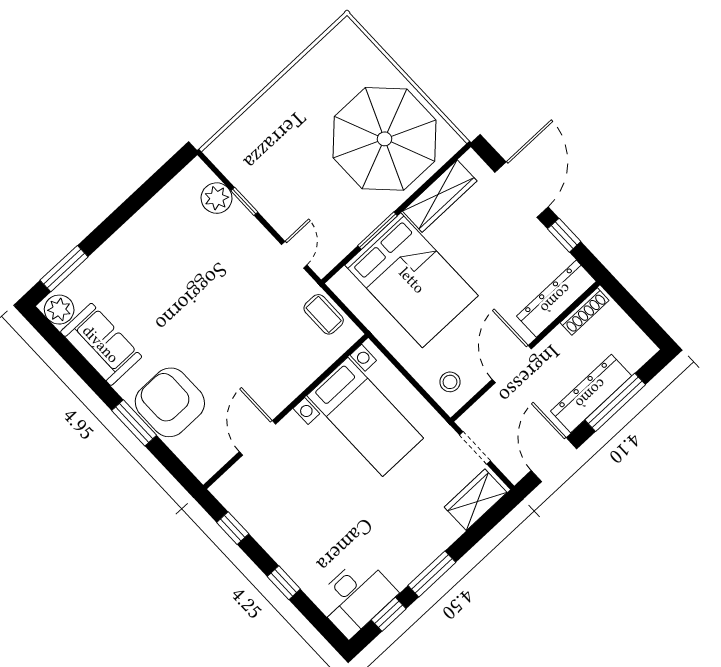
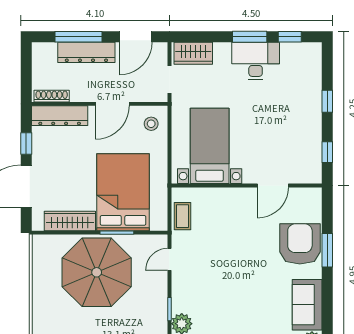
parasol: (385, 139) -> (97, 272), moved
armchair: (170, 402) -> (300, 244), turned 180
desk: (356, 597) -> (256, 61), moved

